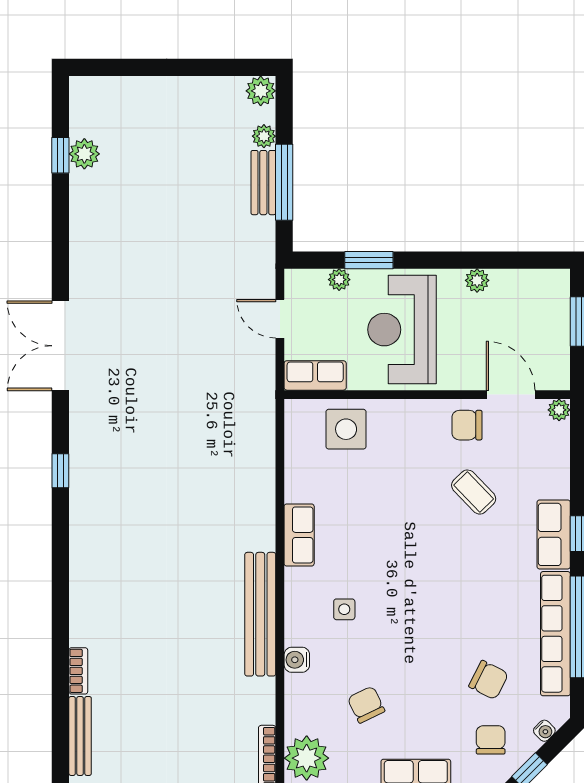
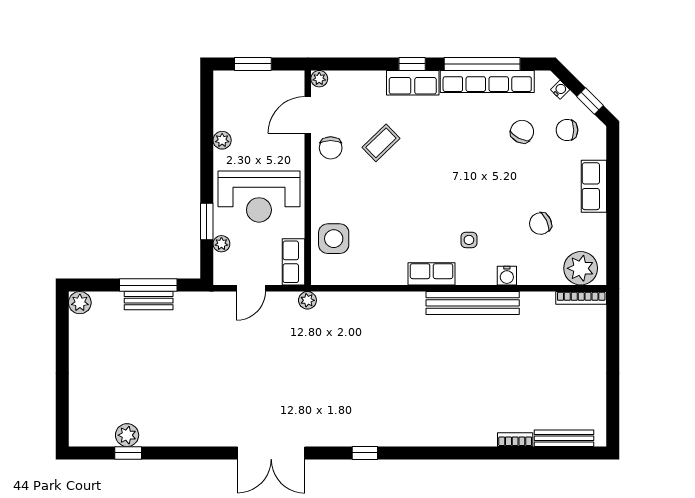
plant: (264, 136) -> (307, 300), moved
row of seats: (299, 535) -> (432, 274), moved

